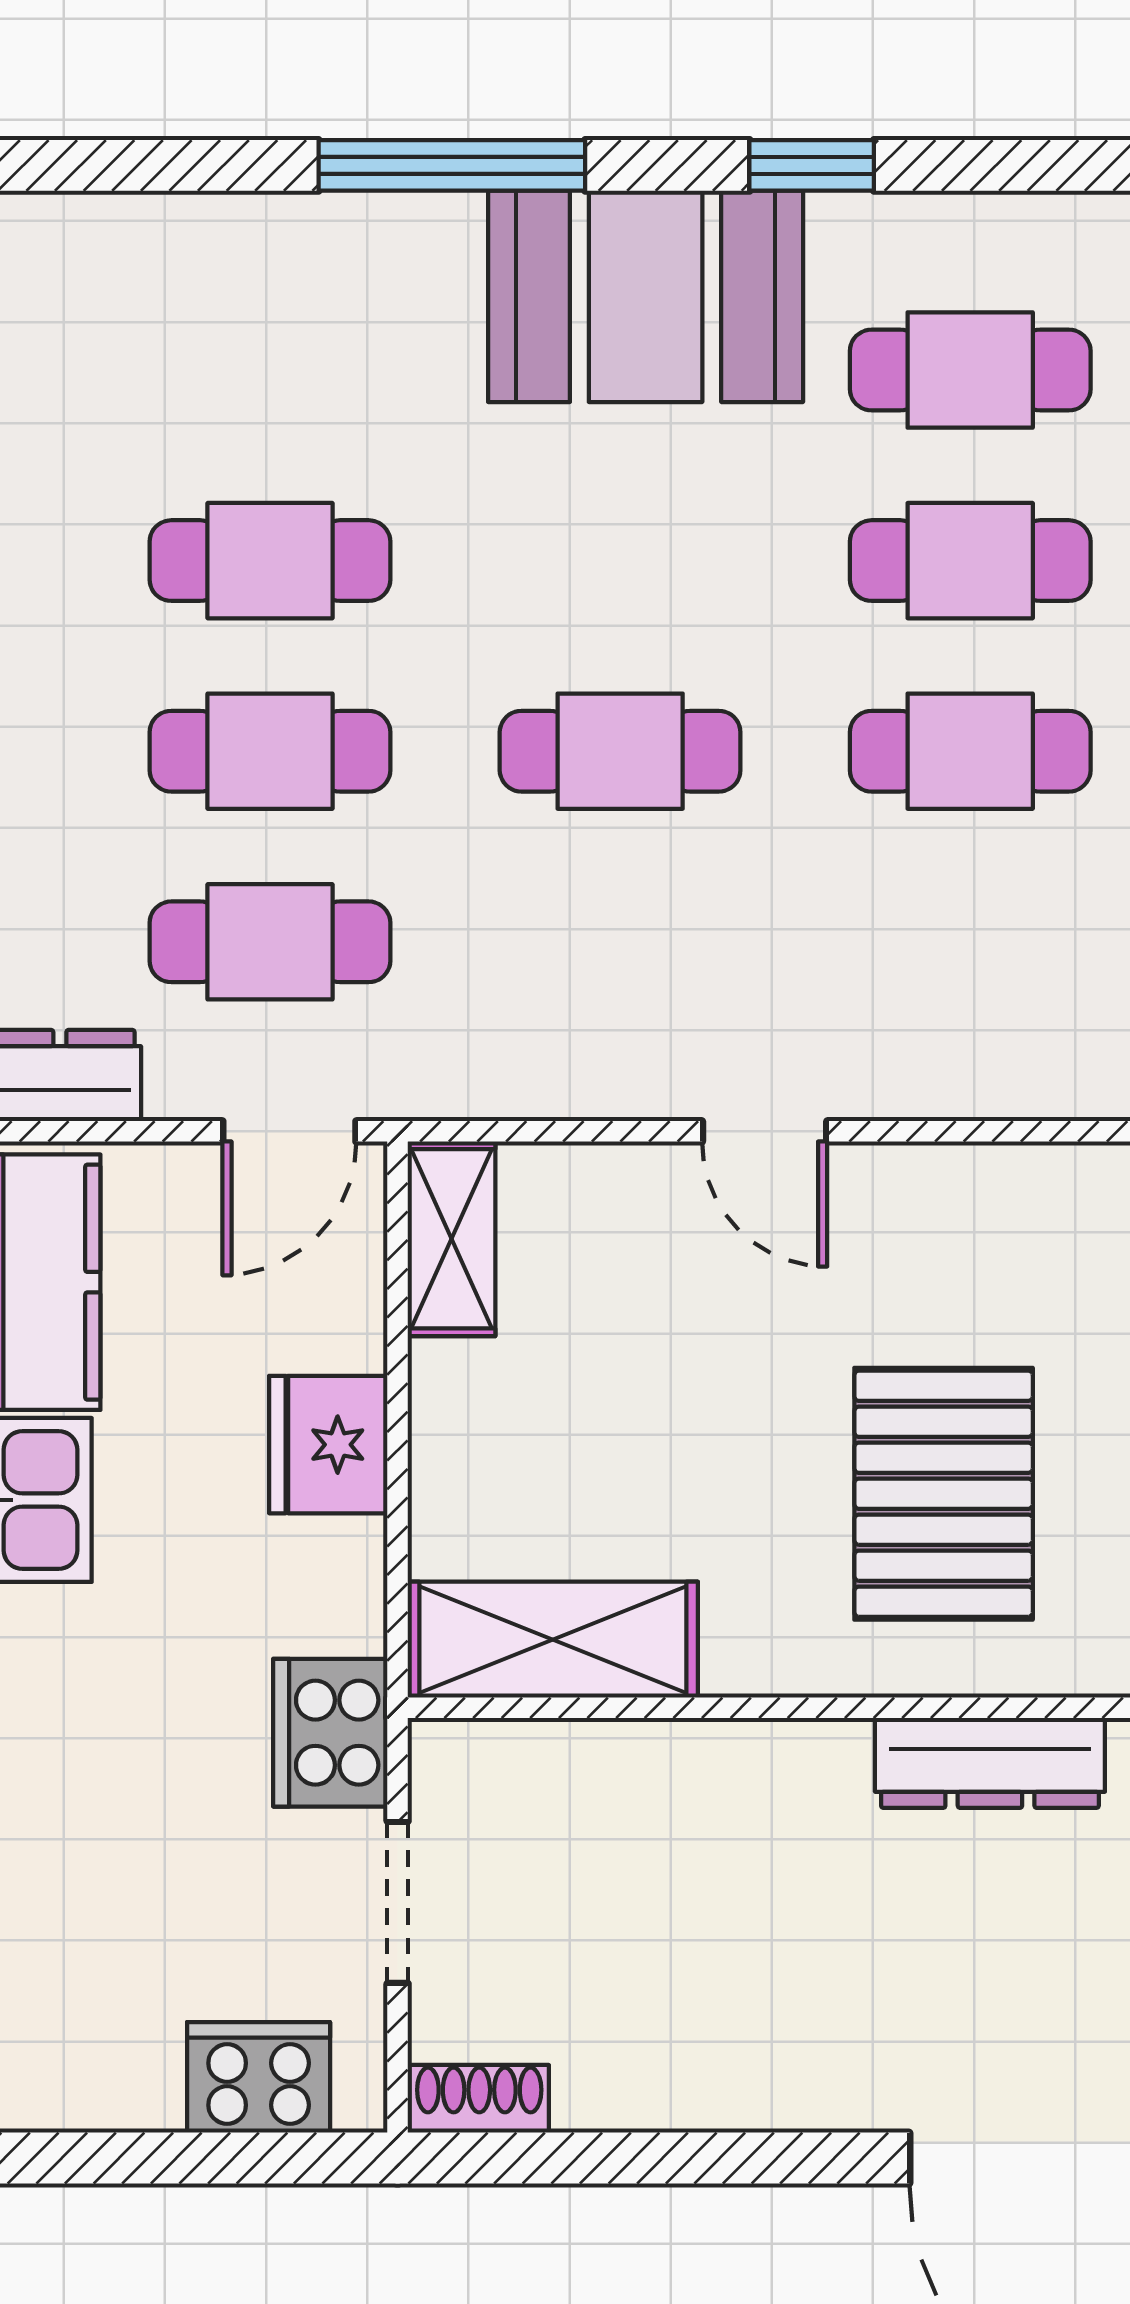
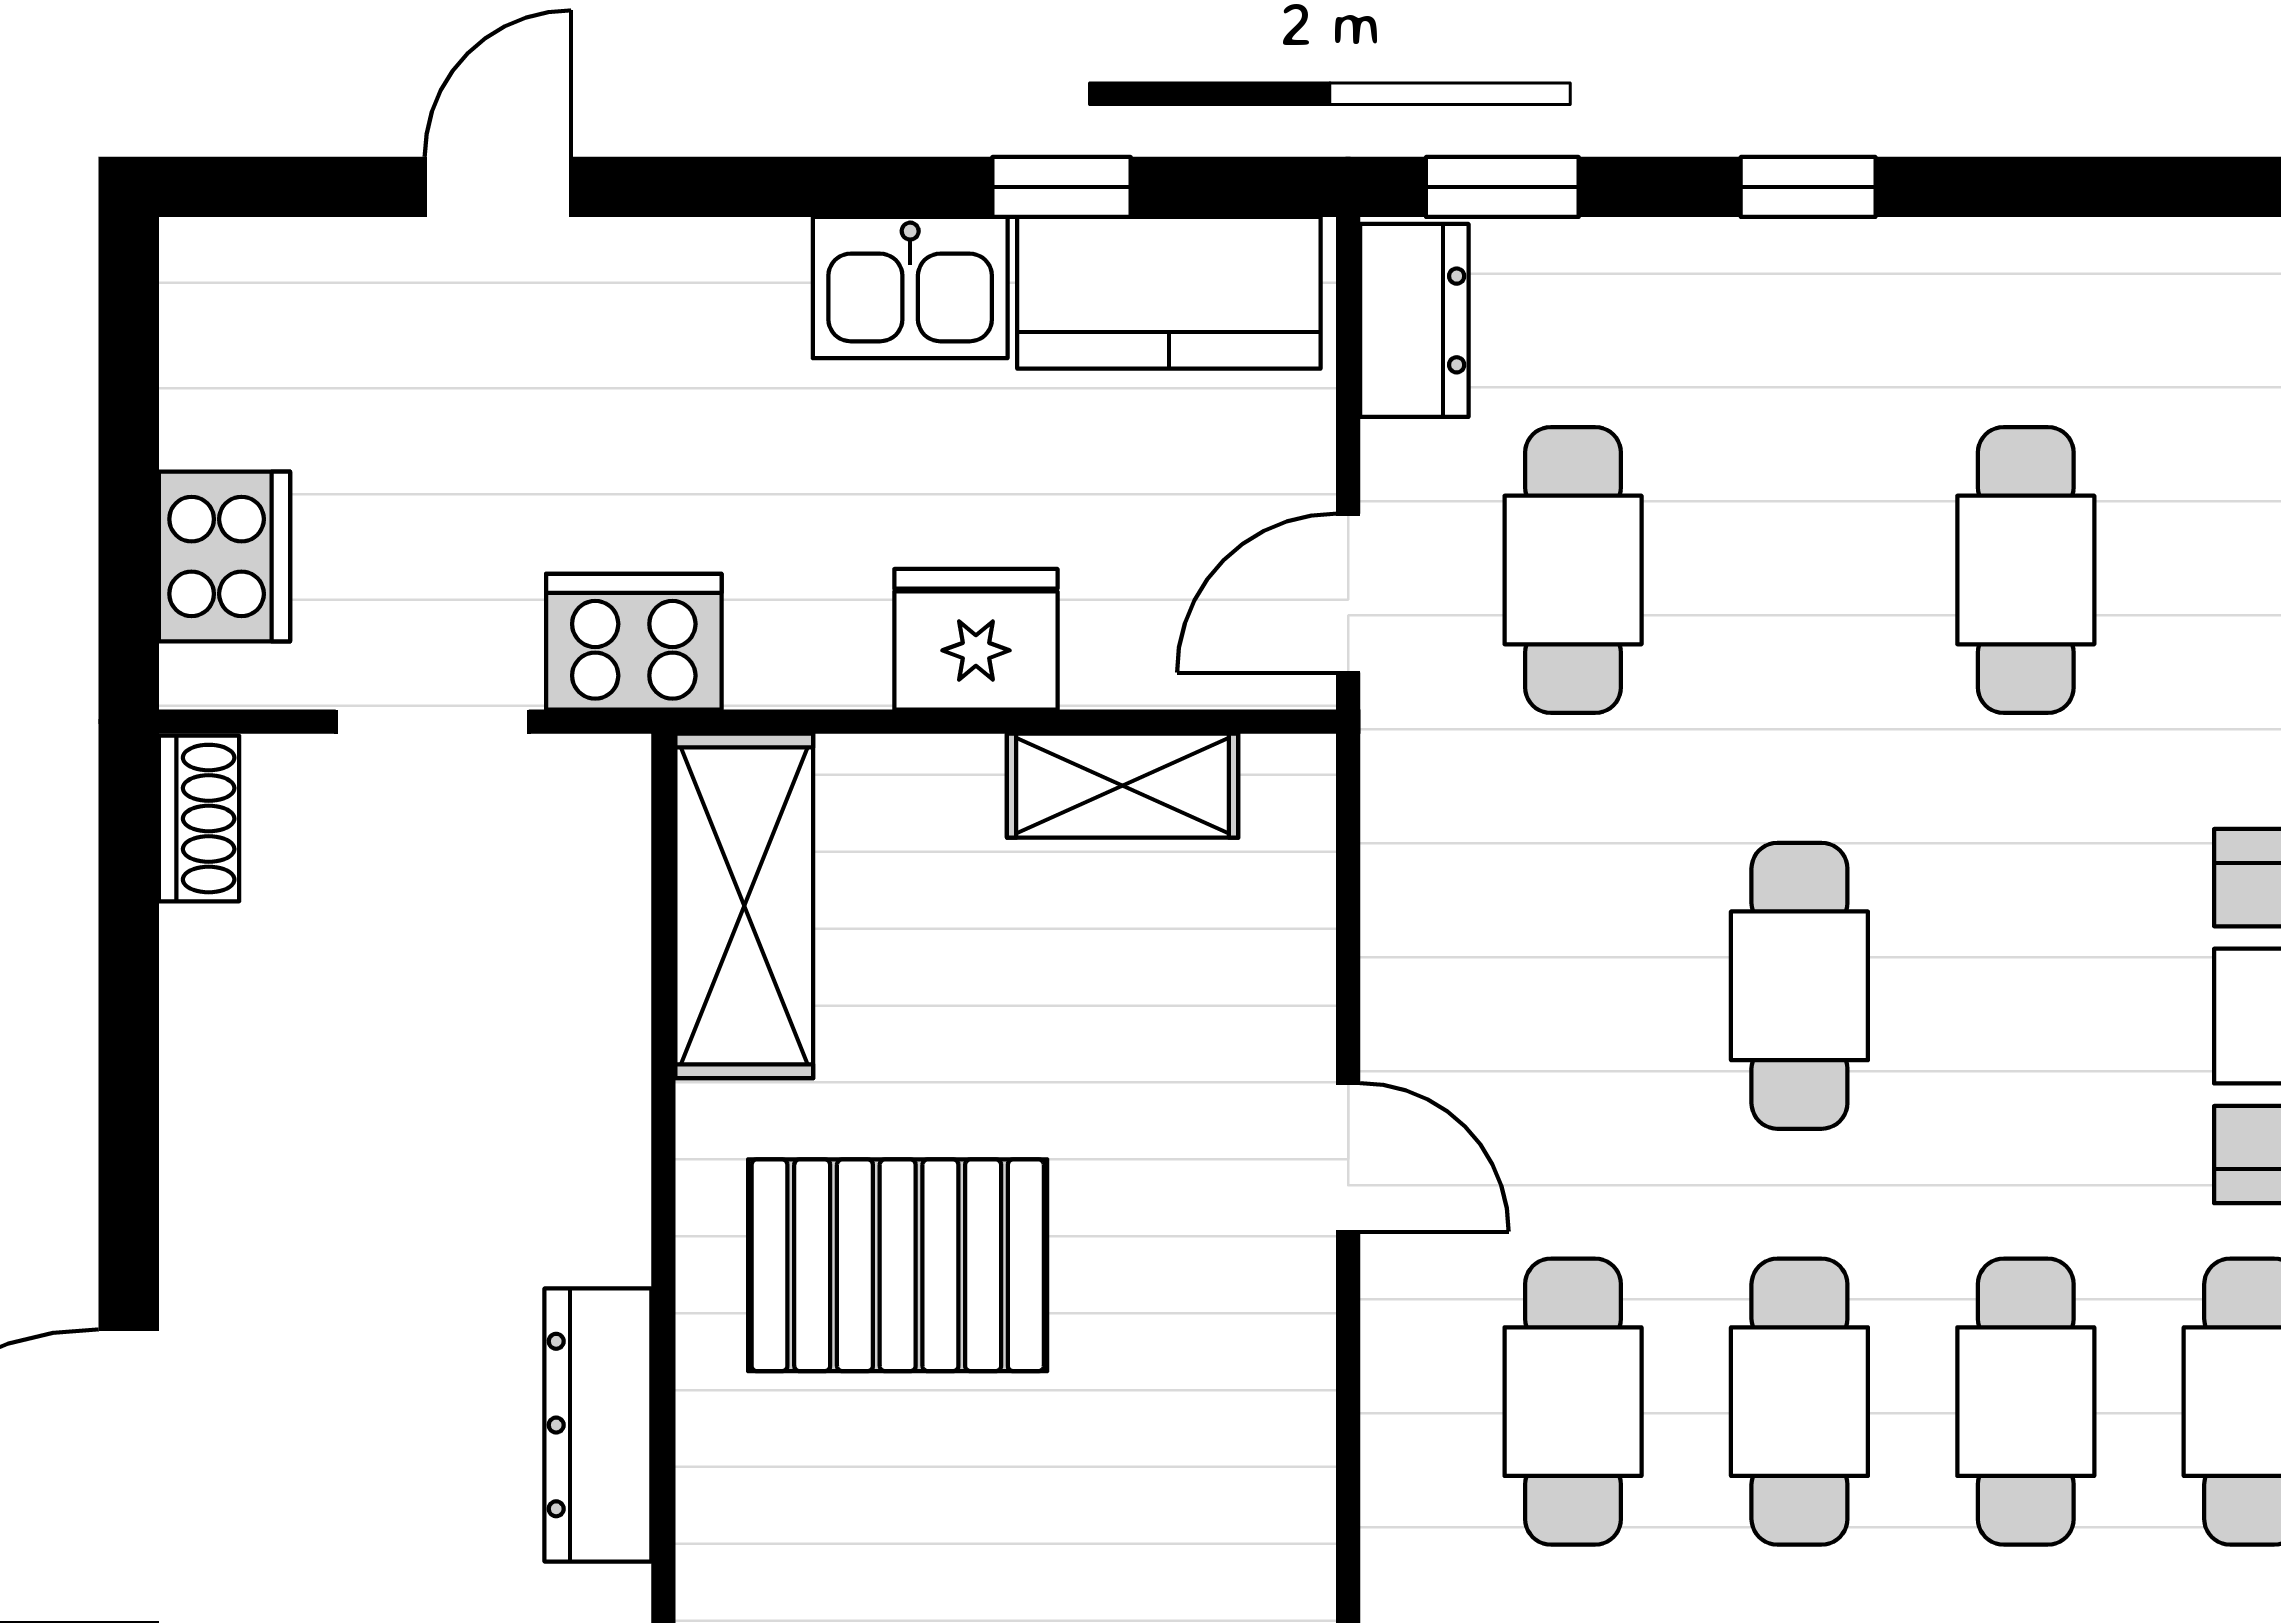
cafe table: (270, 751) -> (1573, 1402), moved
door: (289, 1131) -> (1348, 593), hinge flipped
door: (765, 1131) -> (1348, 1157), swing flipped
shelving: (452, 1239) -> (1123, 786), moved
pallet: (944, 1494) -> (898, 1265), moved

